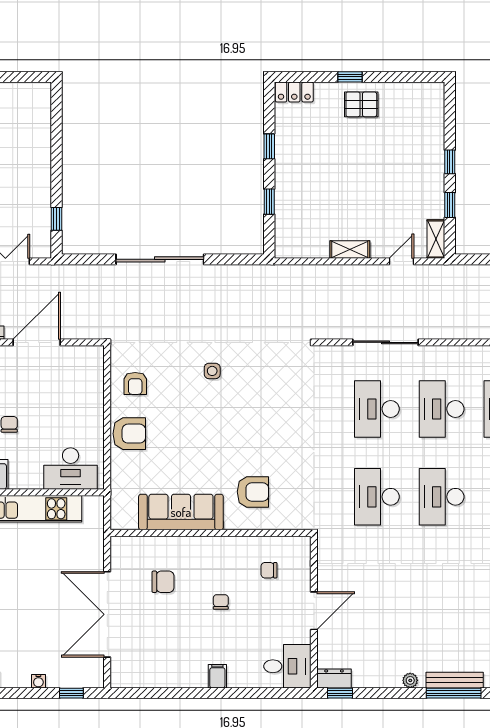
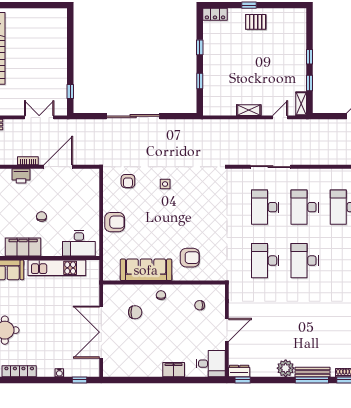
armchair: (135, 383) -> (128, 181), moved
chair: (221, 602) -> (161, 295), moved
filing cabinet: (217, 676) -> (174, 370), width x2.00
plant: (410, 680) -> (286, 368), width x1.88, depth x1.88

